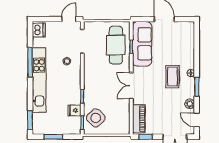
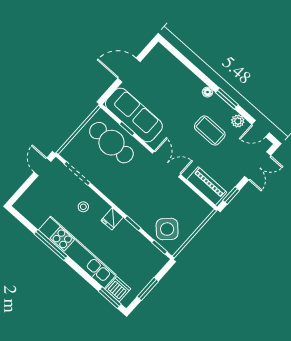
dishwasher: (39, 30) -> (118, 289), moved
coffee table: (173, 77) -> (210, 130), moved
double door: (131, 86) -> (166, 164), swing flipped
fridge: (74, 110) -> (112, 219), moved

